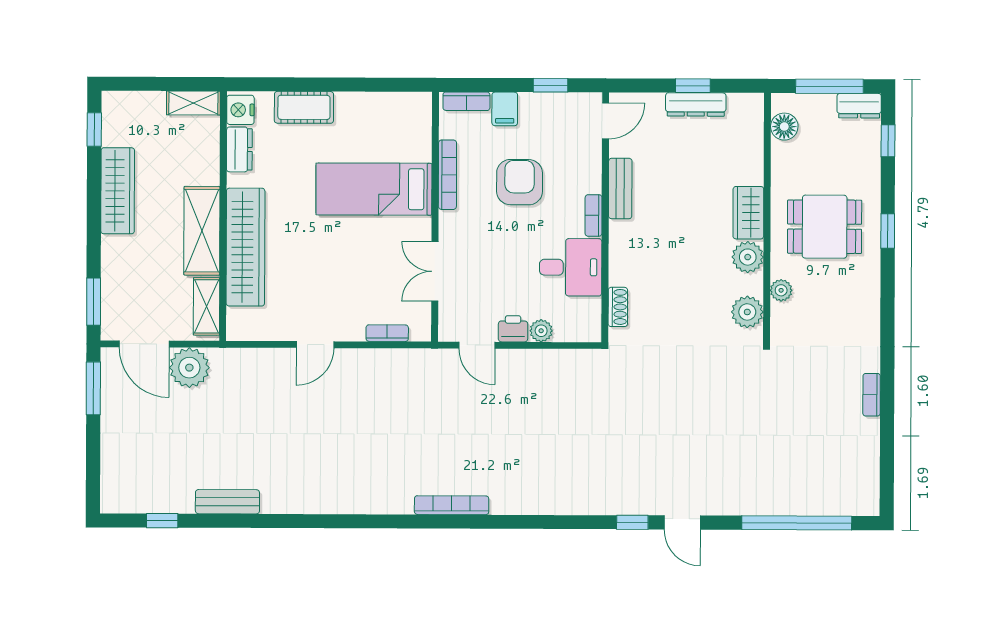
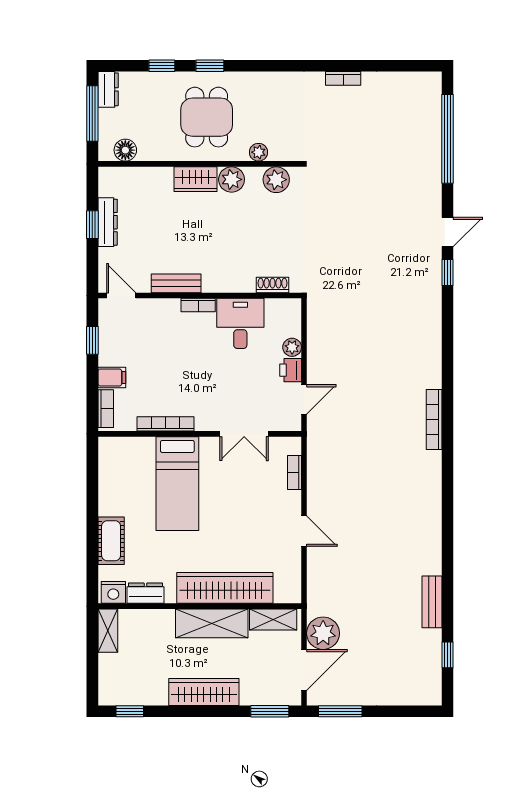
window: (888, 141) -> (162, 66), moved
armchair: (520, 182) -> (171, 365), removed
wardrobe: (118, 191) -> (204, 692), moved

